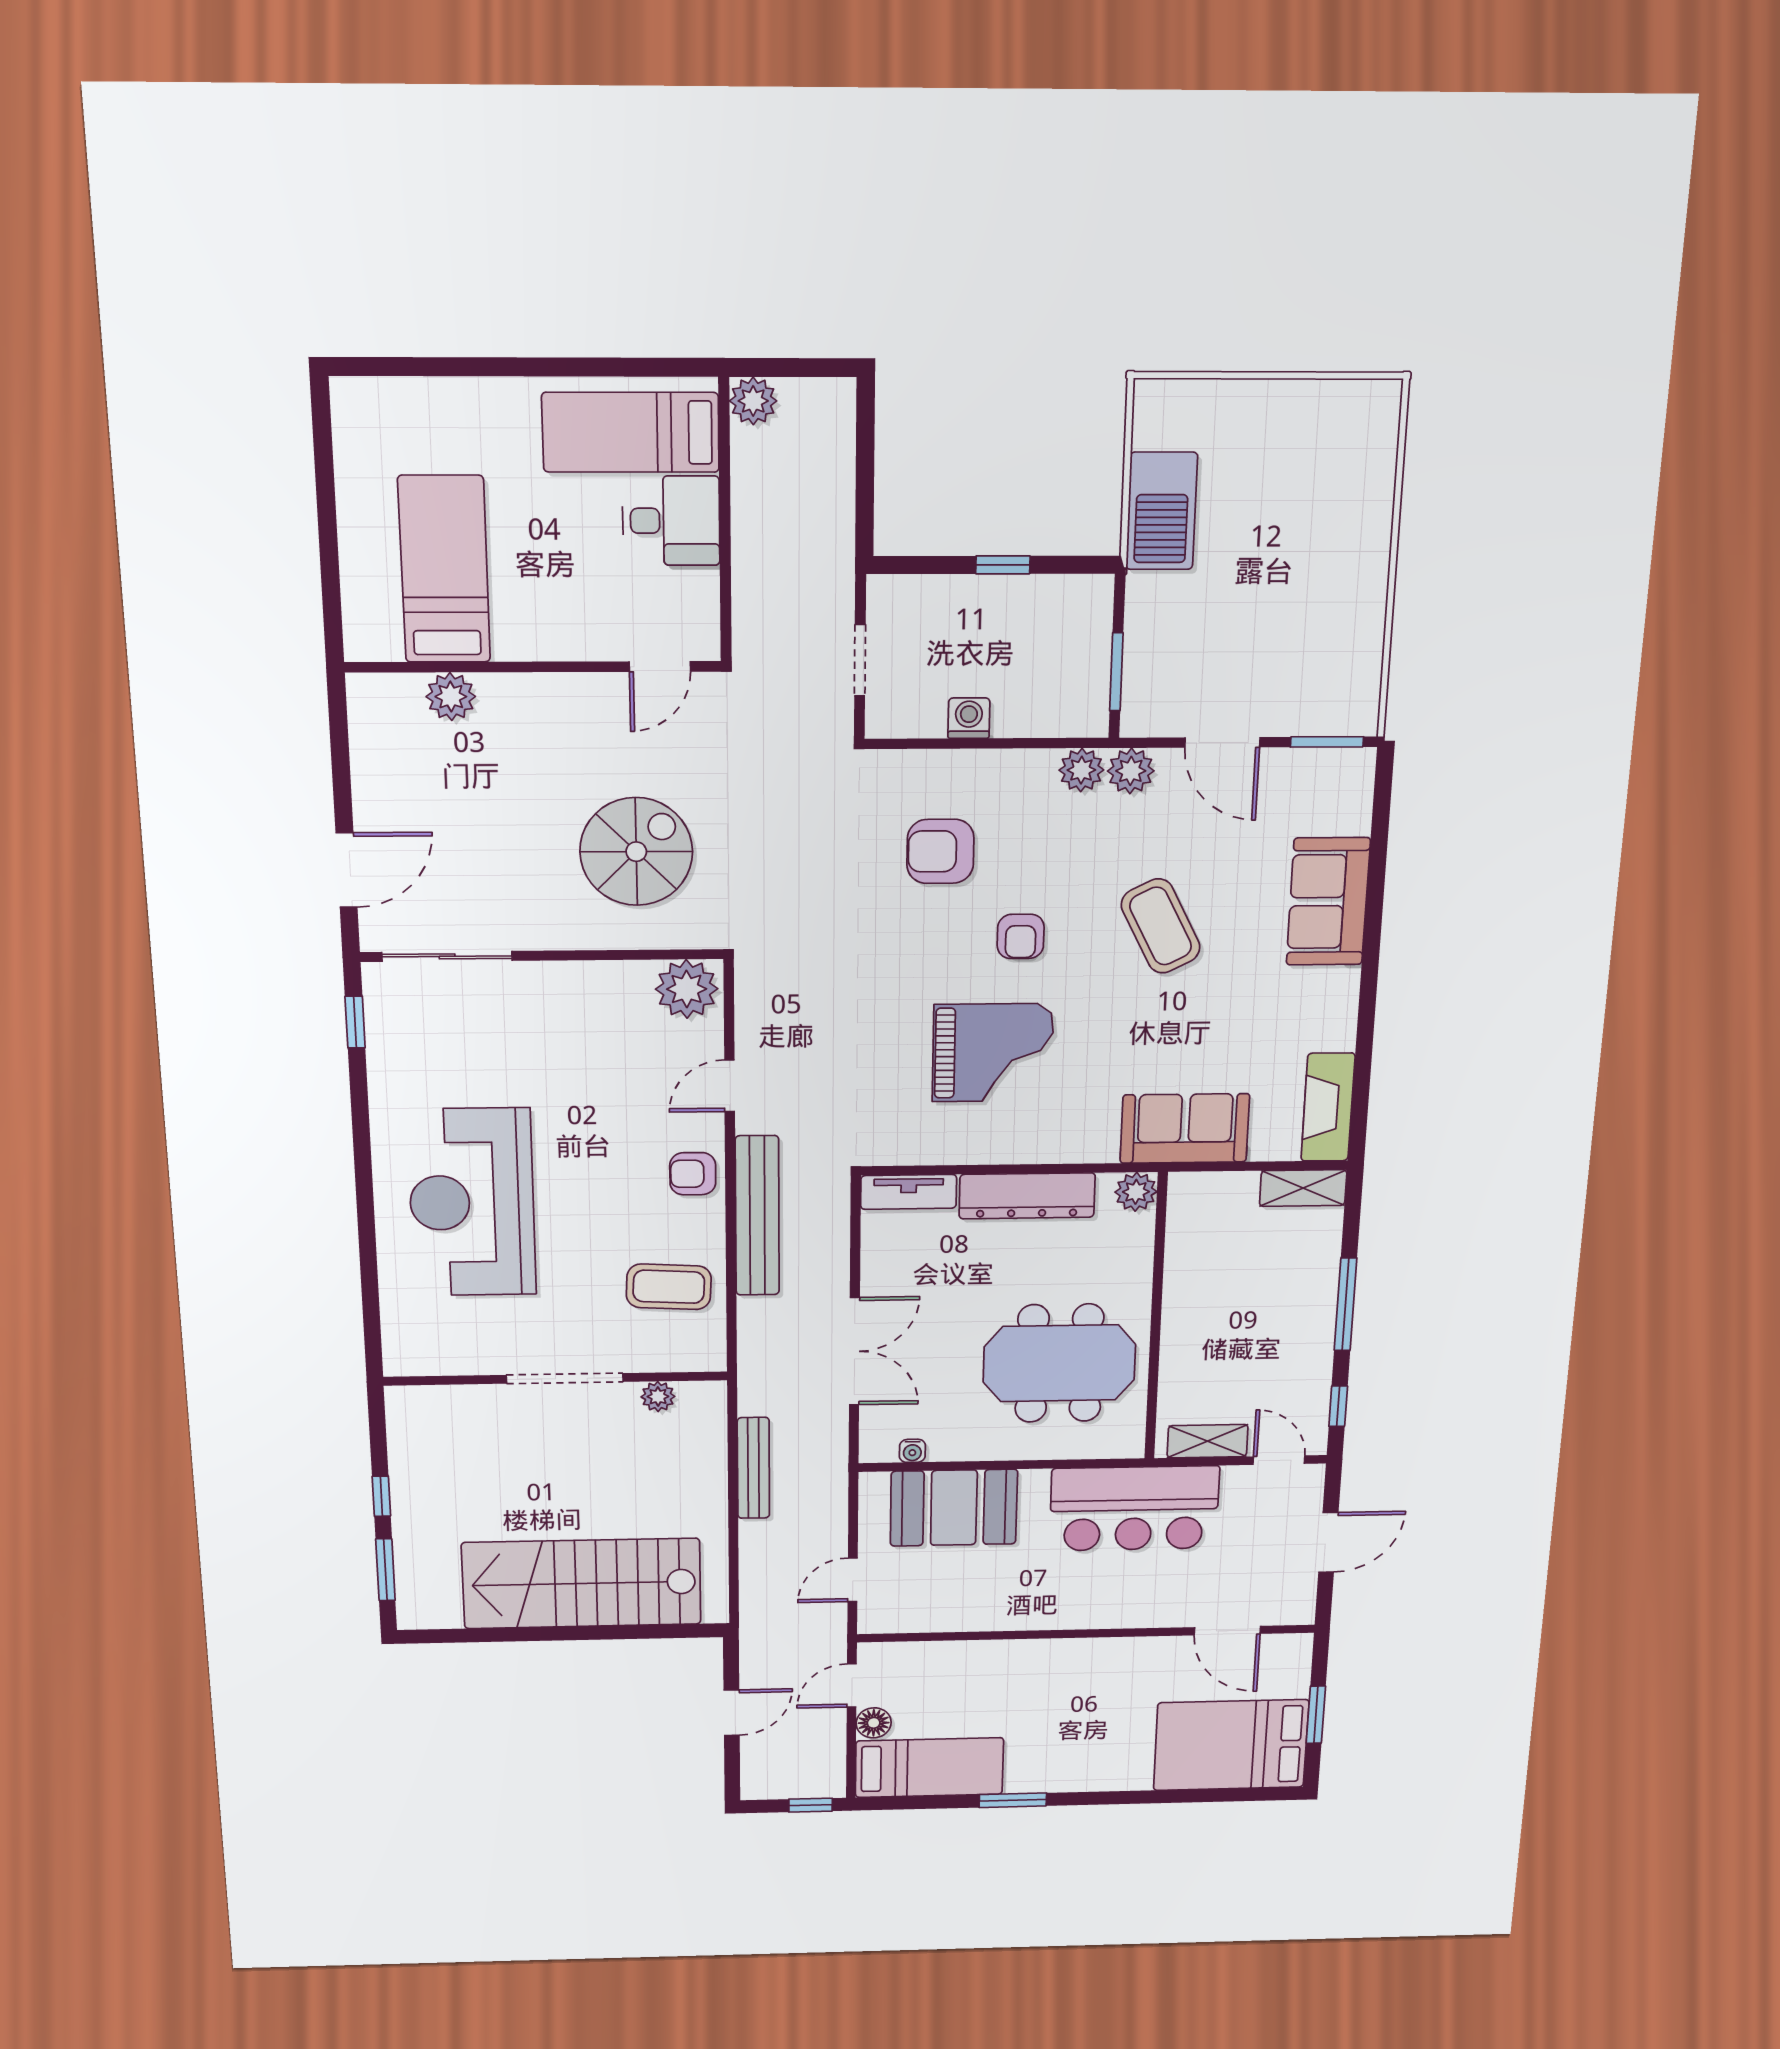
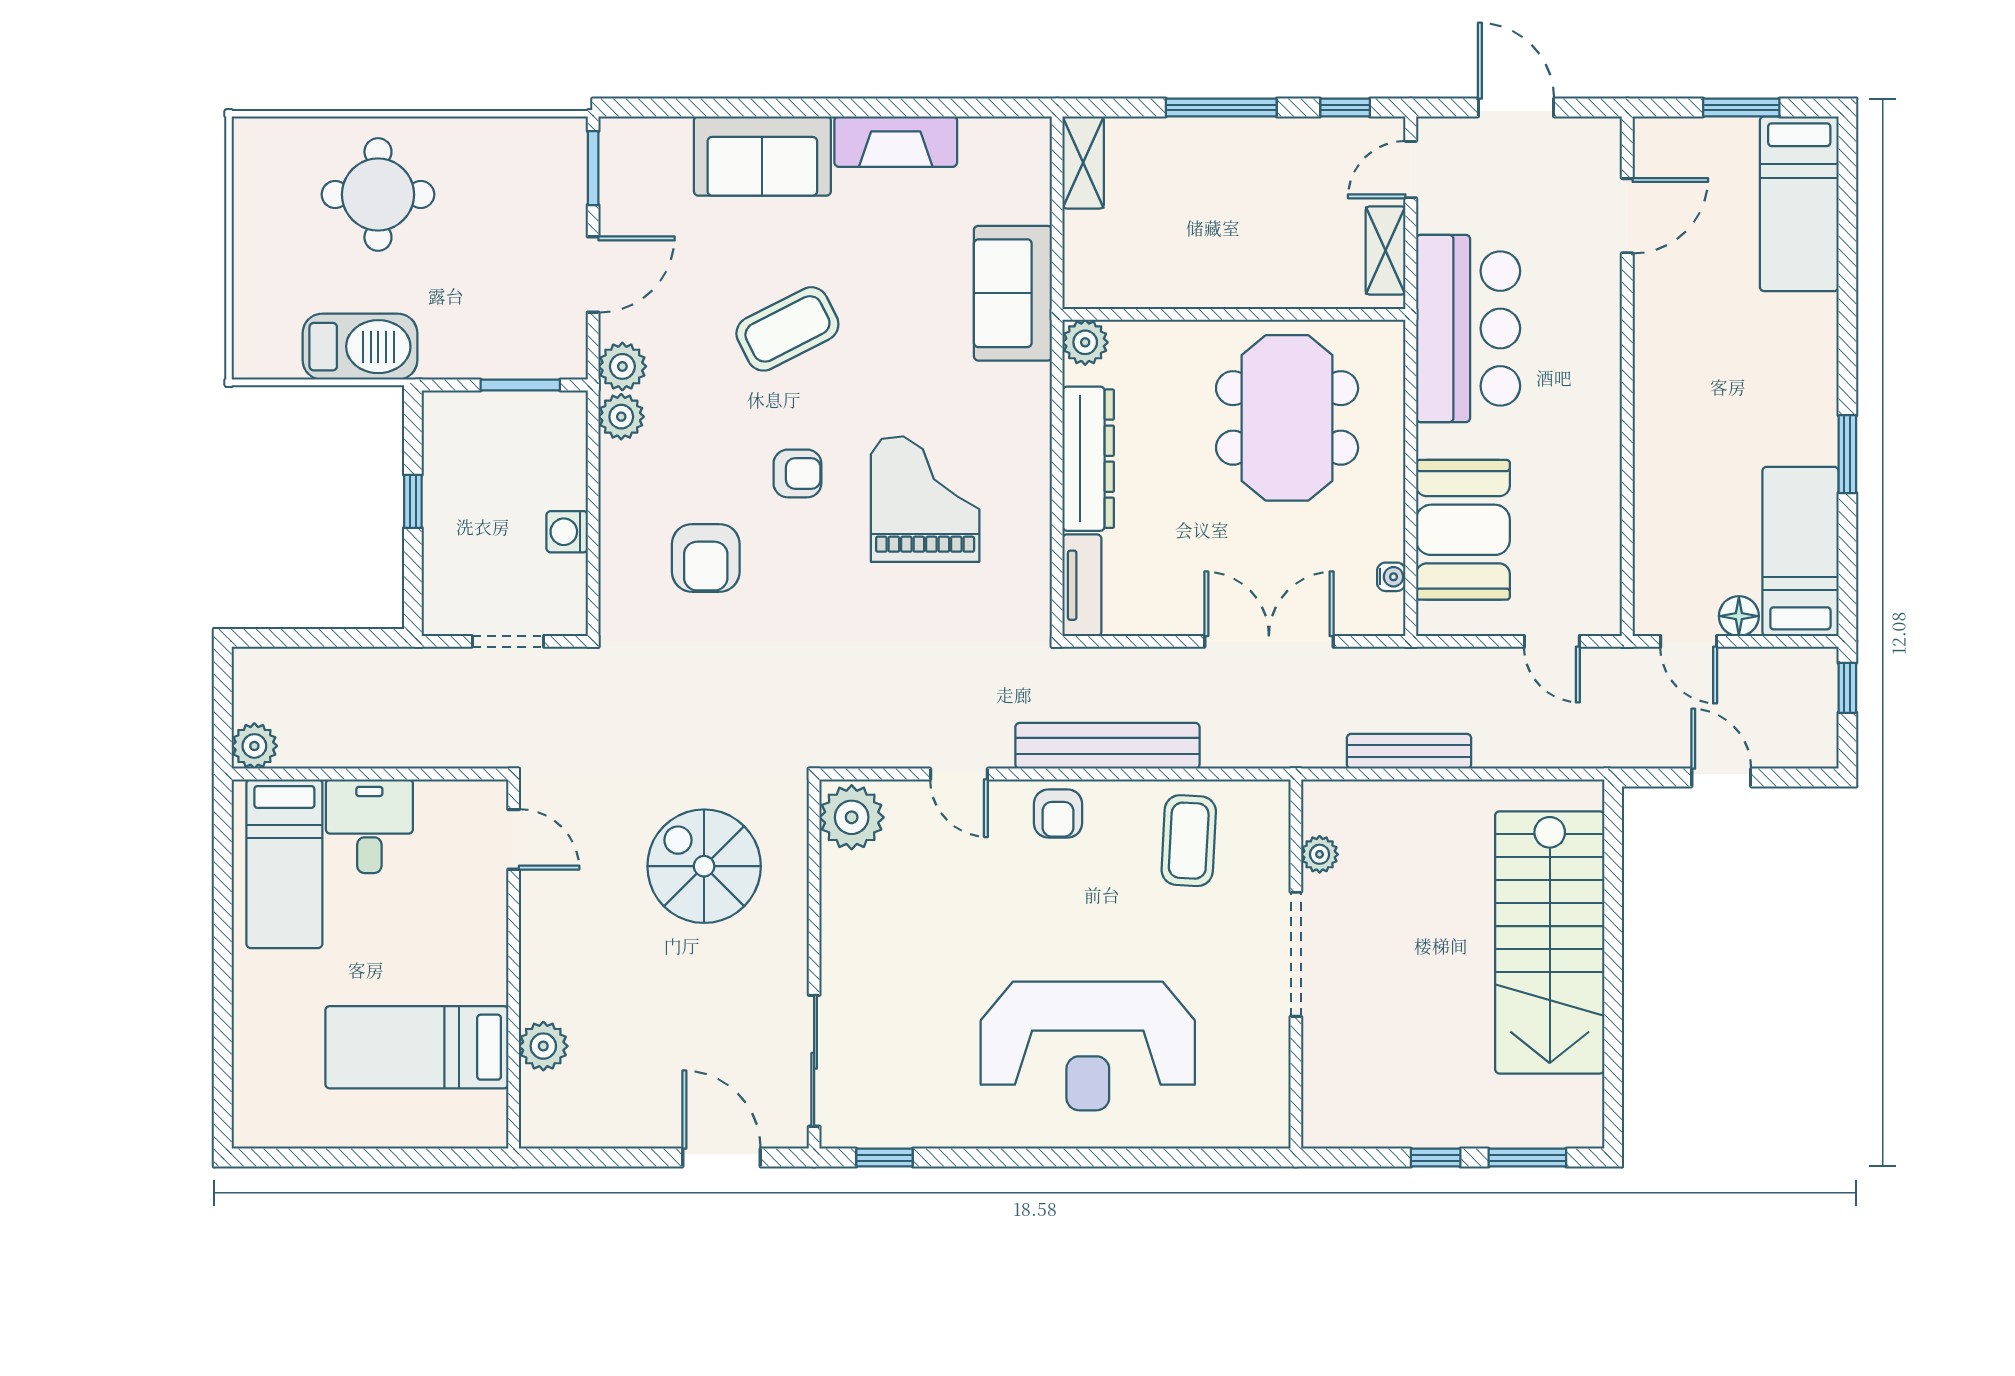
round table: (1314, 529) -> (378, 195), added
fireplace: (1328, 1107) -> (896, 142), moved
bed: (1231, 1745) -> (1799, 204), width x0.67

